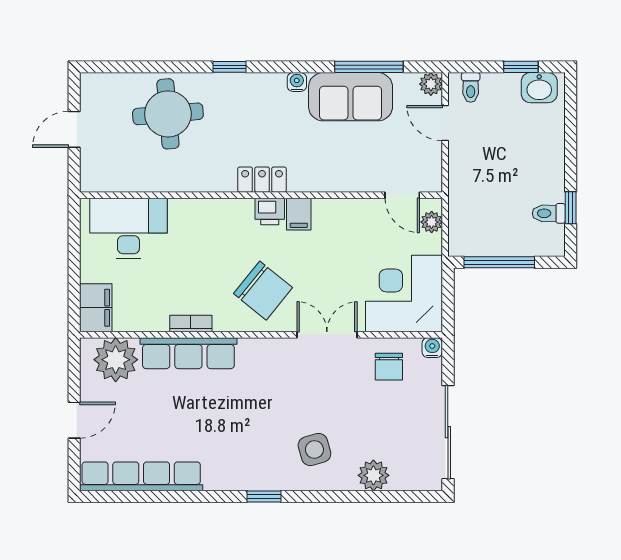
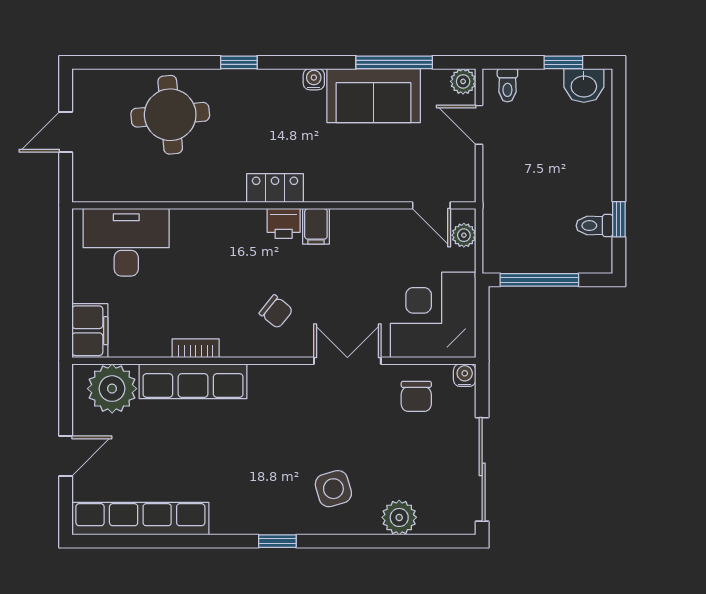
chair: (263, 291) -> (276, 312), width x0.54, depth x0.54

